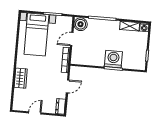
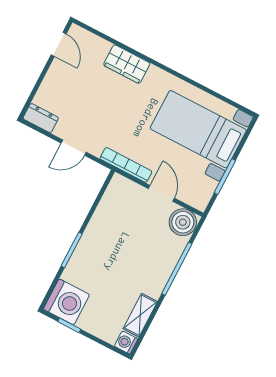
washing machine: (113, 59) -> (66, 302), moved
door: (68, 86) -> (74, 148), hinge flipped
door: (35, 113) -> (59, 44), moved

